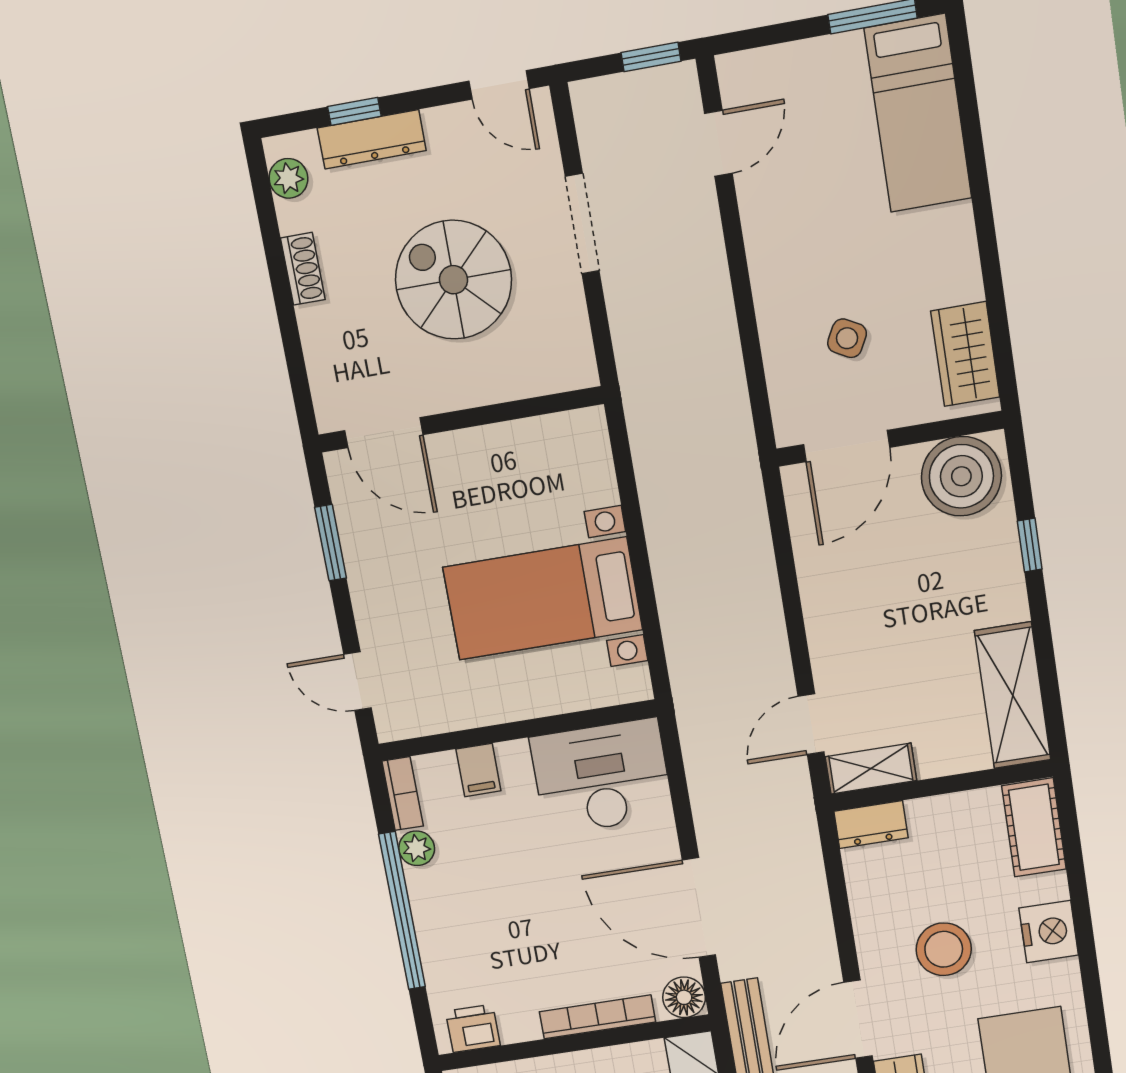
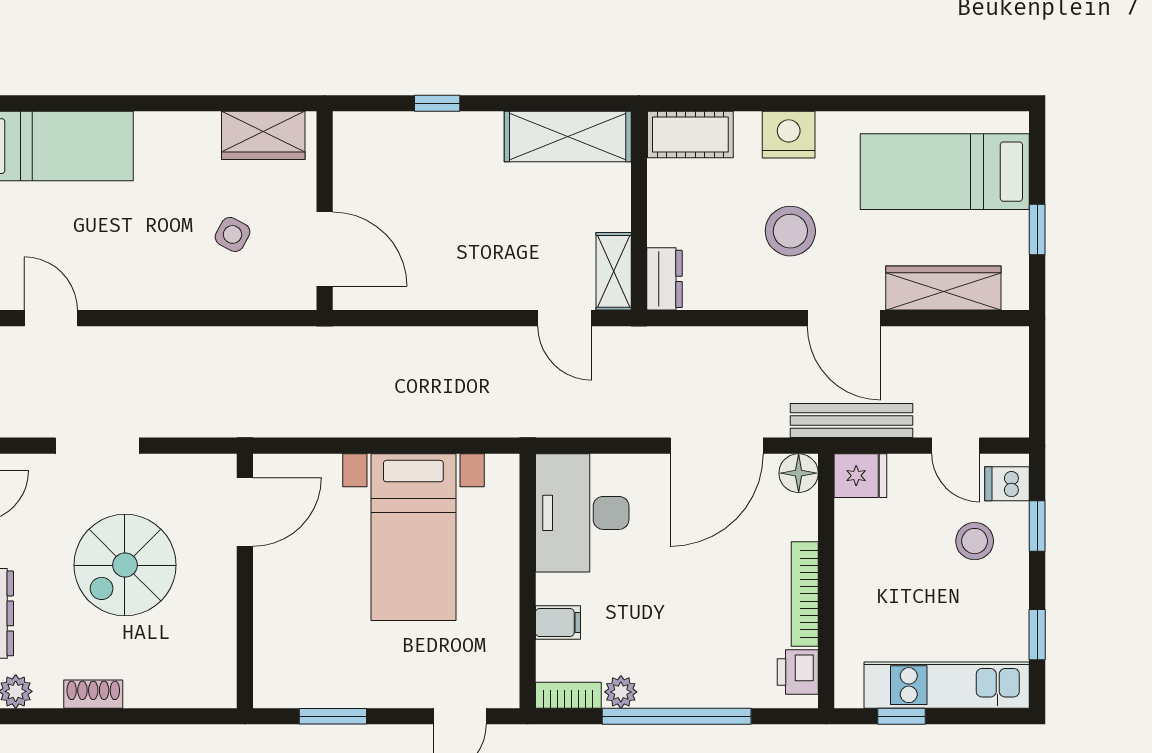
door: (384, 433) -> (245, 512), moved
boiler: (961, 476) -> (367, 154), removed
bookcase: (597, 1017) -> (805, 594), moved

